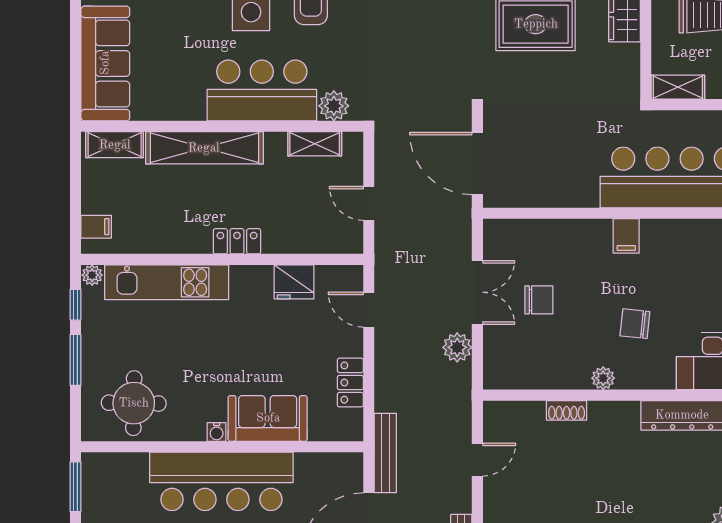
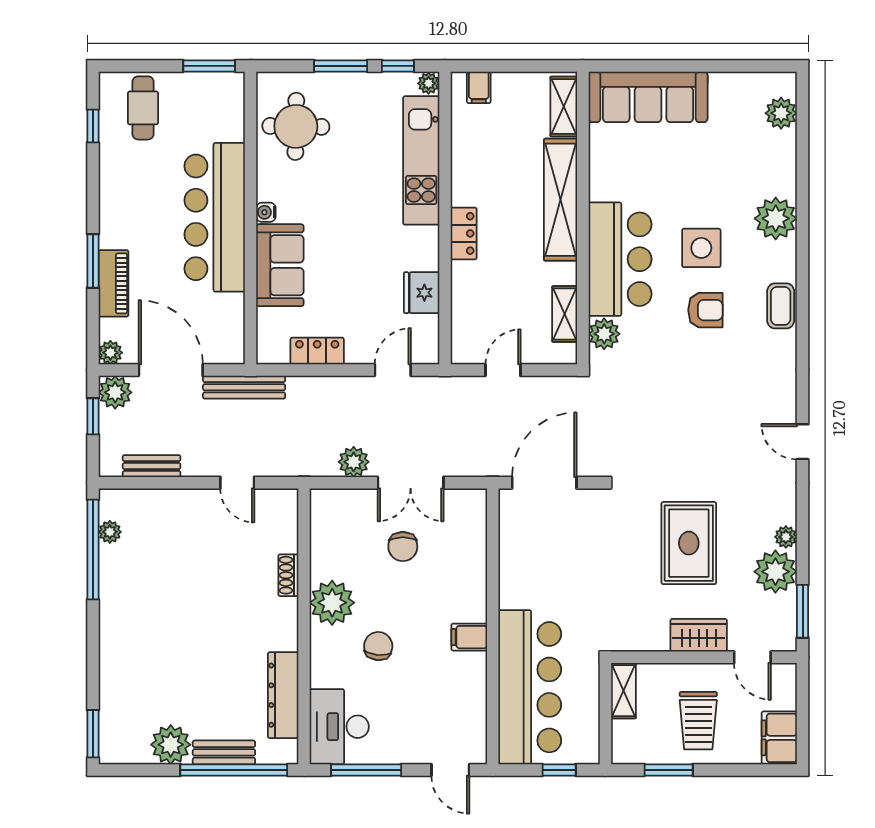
plant: (603, 378) -> (332, 603), width x1.87, depth x1.87

